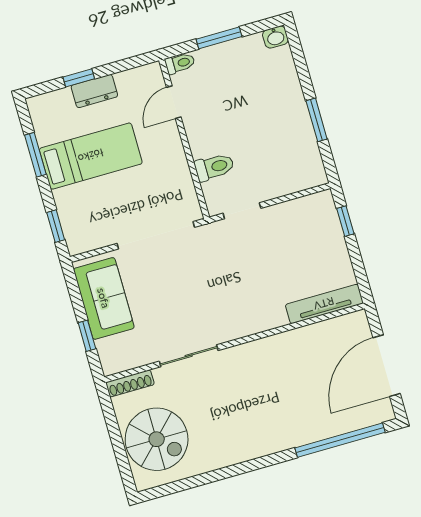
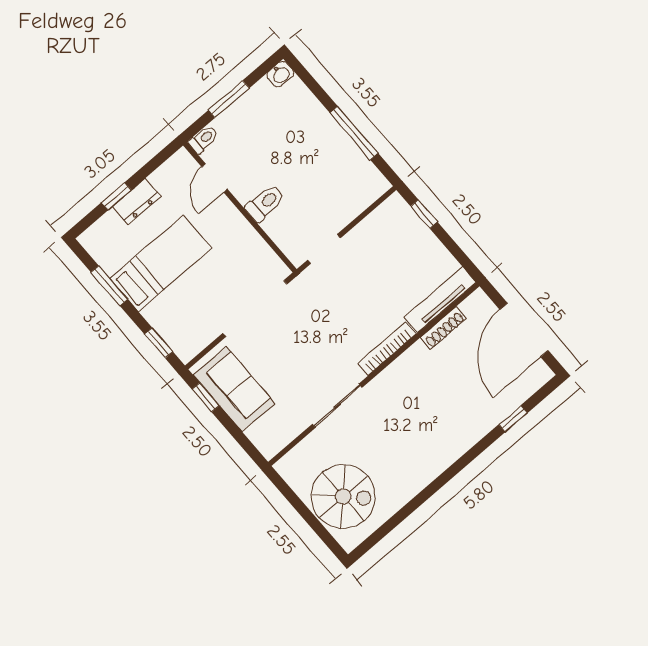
window: (317, 120) -> (354, 133), width x1.44
toilet: (214, 167) -> (265, 203), moved
bookcase: (257, 326) -> (387, 349), added
window: (87, 336) -> (206, 397), moved
shoe rack: (130, 383) -> (443, 328), moved
window: (340, 440) -> (513, 419), width x0.32

